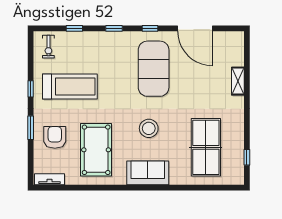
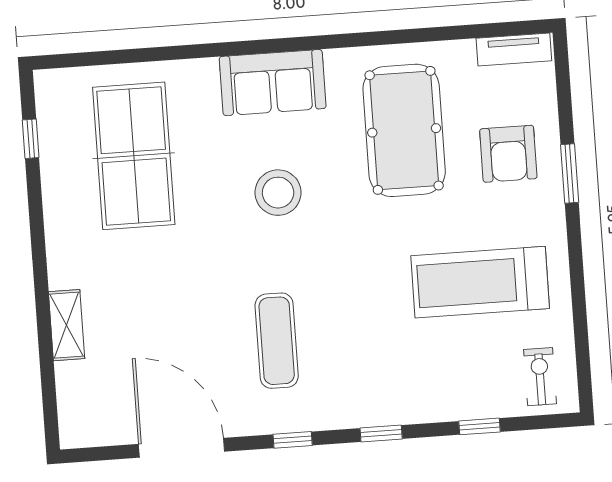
exercise mat: (154, 69) -> (277, 341), width x0.50, depth x0.69
window: (31, 89) -> (576, 269), removed

